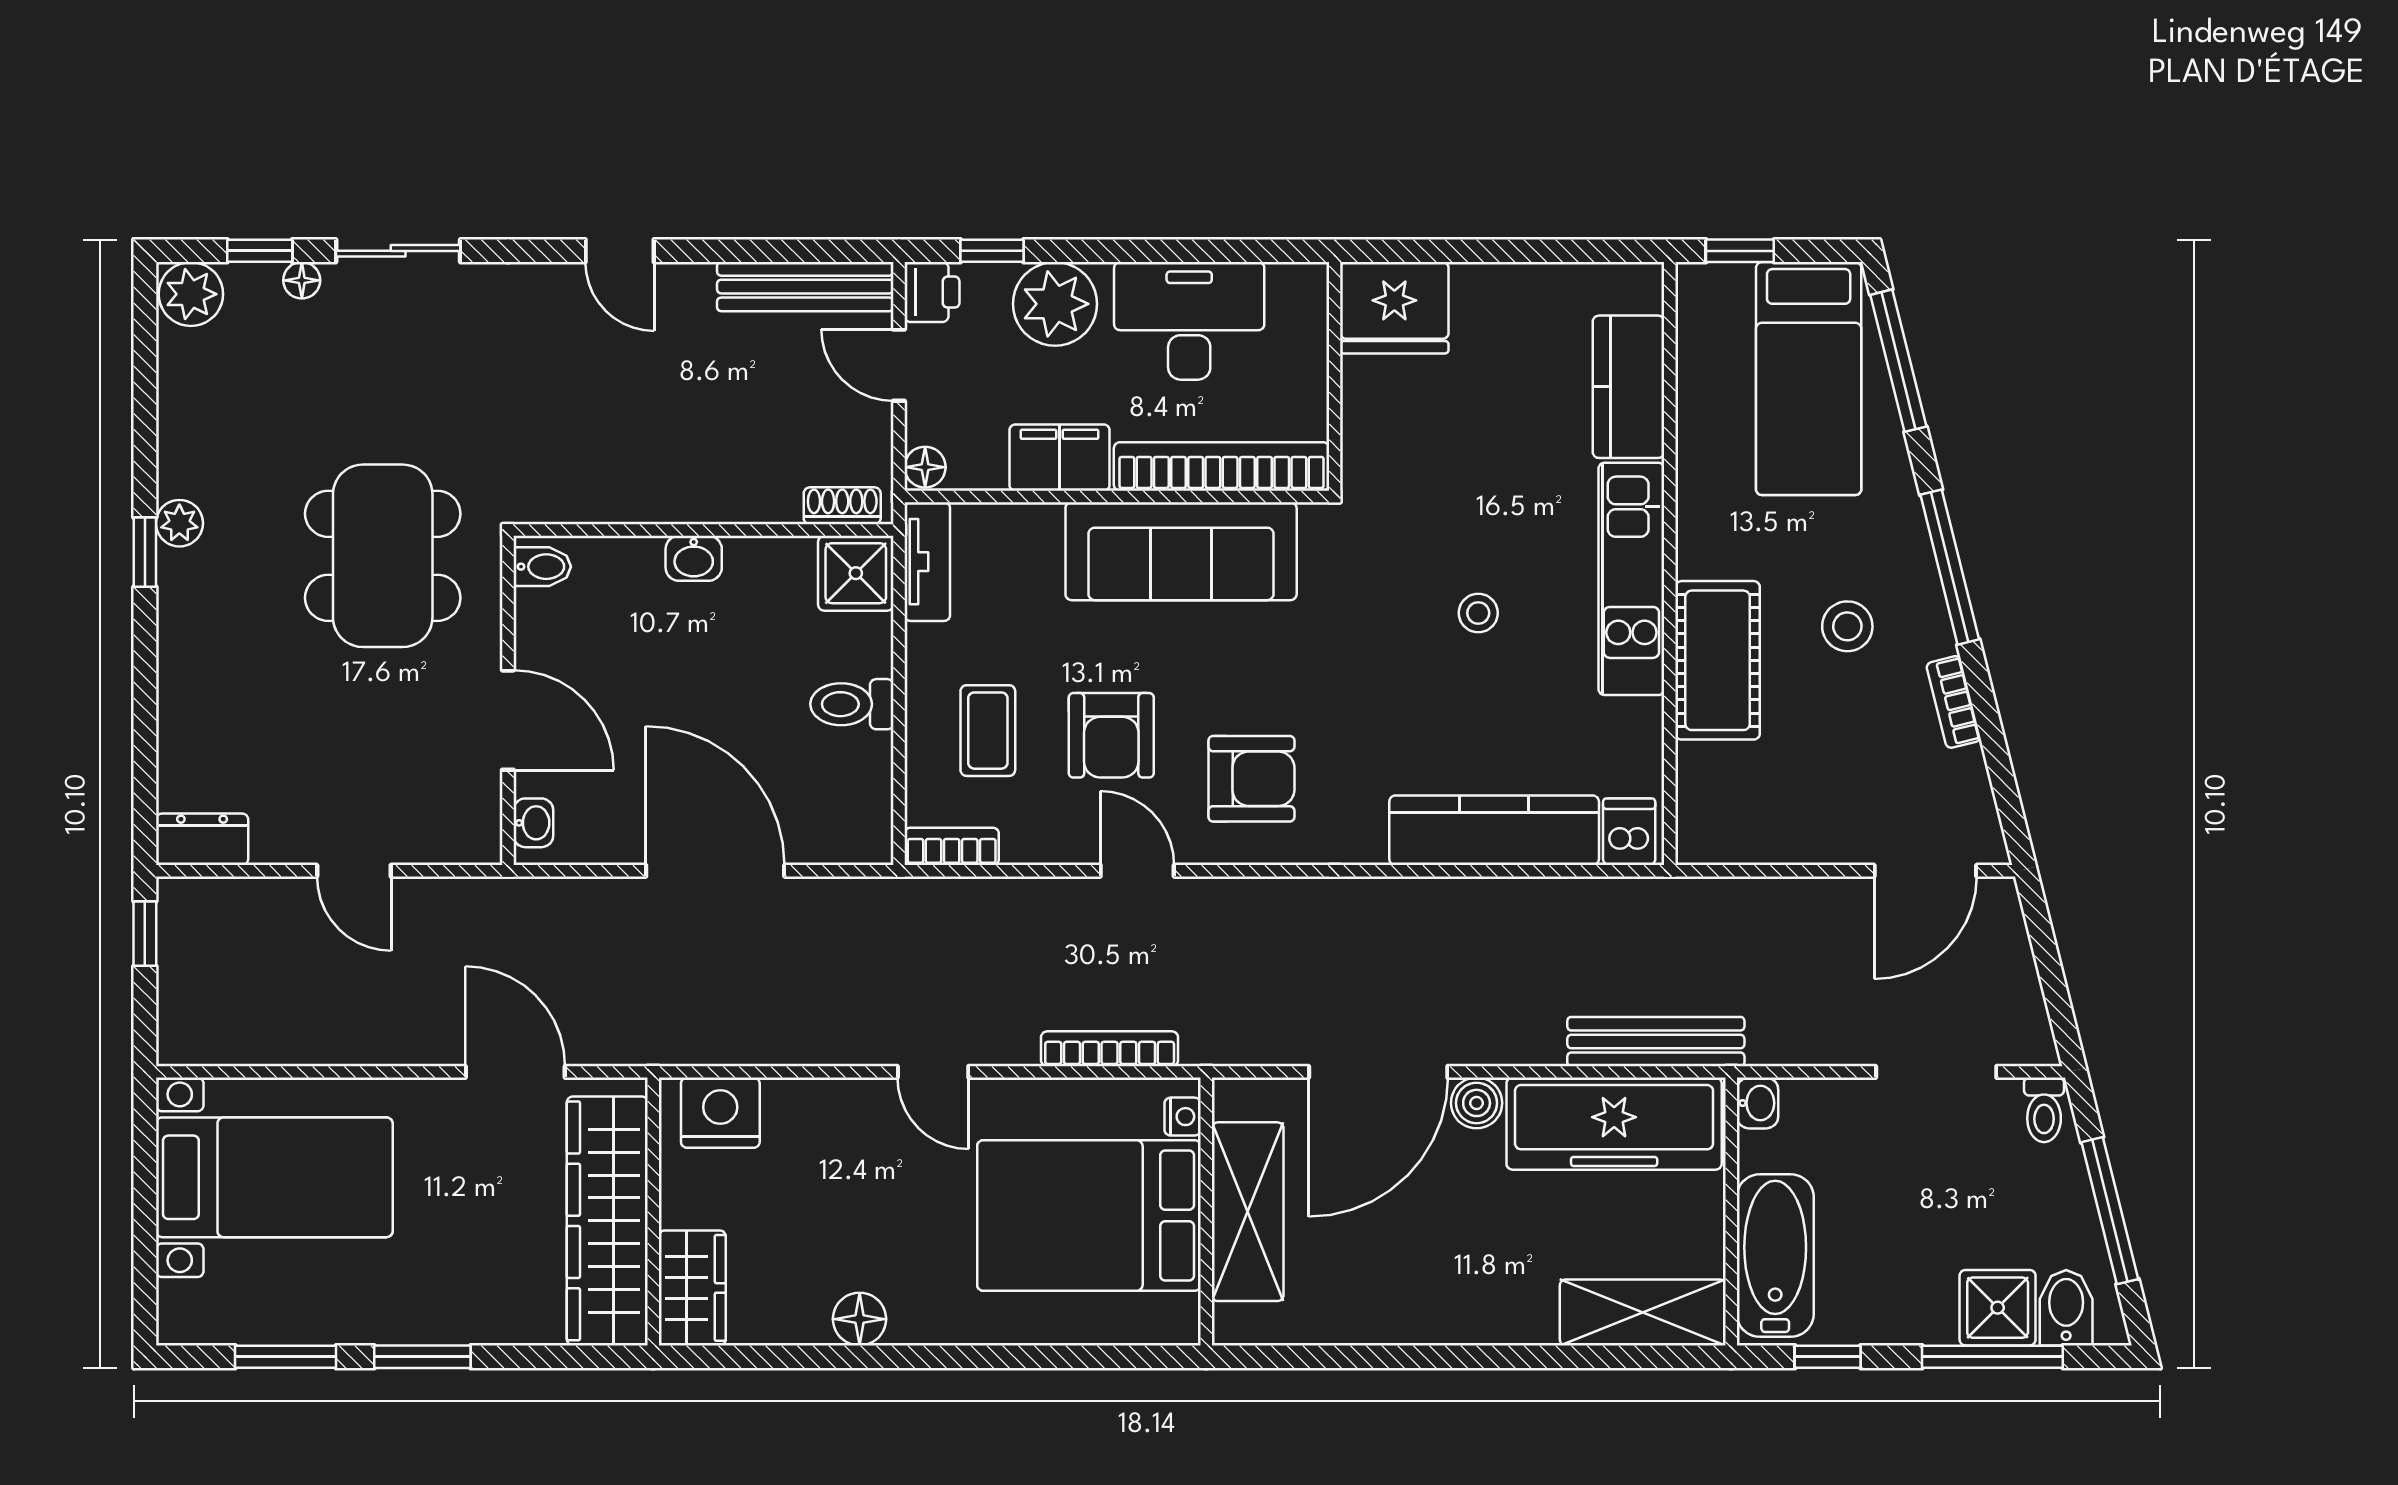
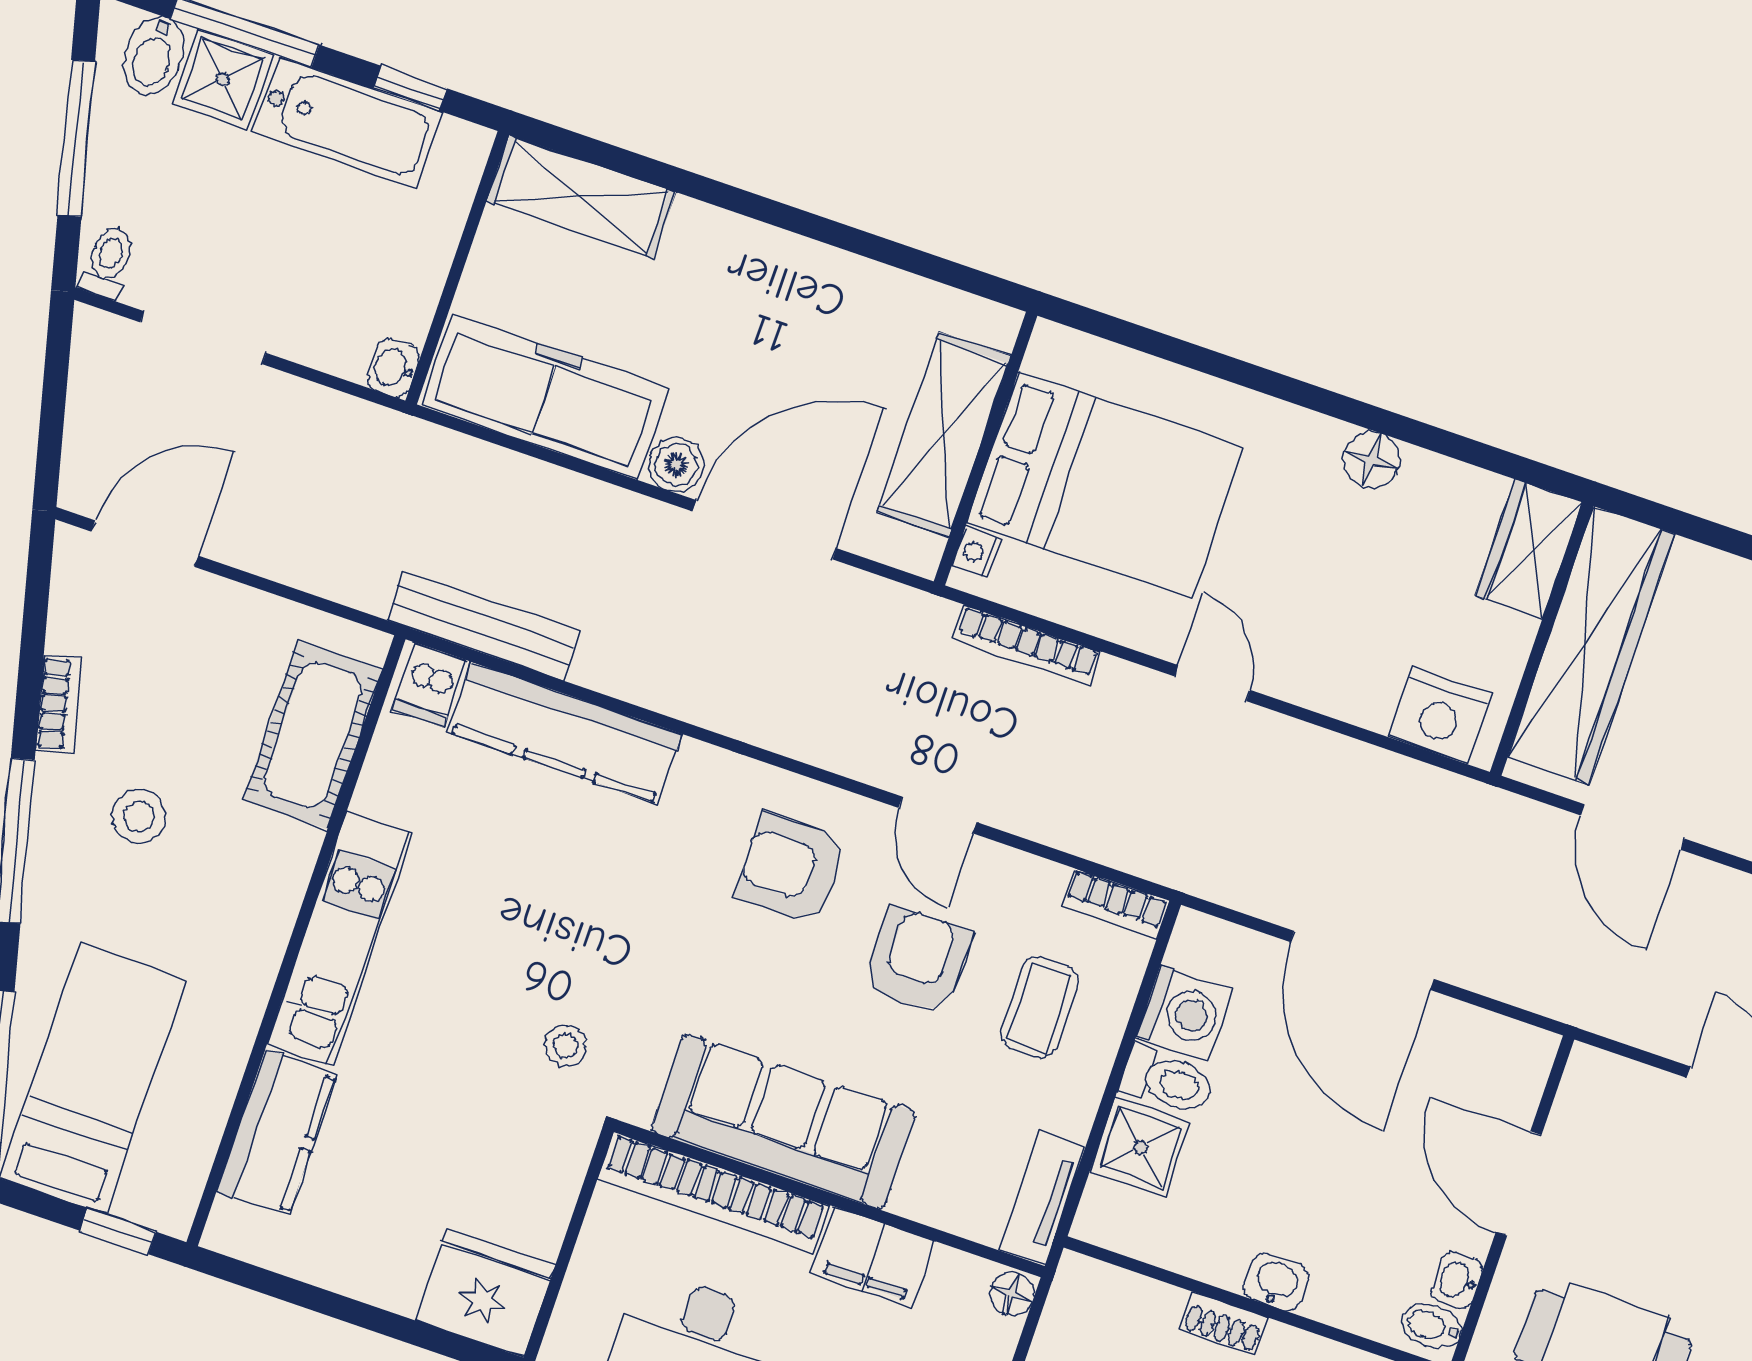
shoe rack: (842, 506) -> (1224, 1323), moved
shower: (856, 573) -> (1140, 1147), moved
stool: (1478, 613) -> (565, 1046), moved
cot: (1718, 660) -> (313, 735), moved
washing machine: (858, 770) -> (1184, 1013), added
washbasin: (533, 823) -> (1457, 1280), moved
bench: (1656, 1042) -> (484, 626), moved
bathtub: (1775, 1256) -> (347, 122), moved, turned -90

